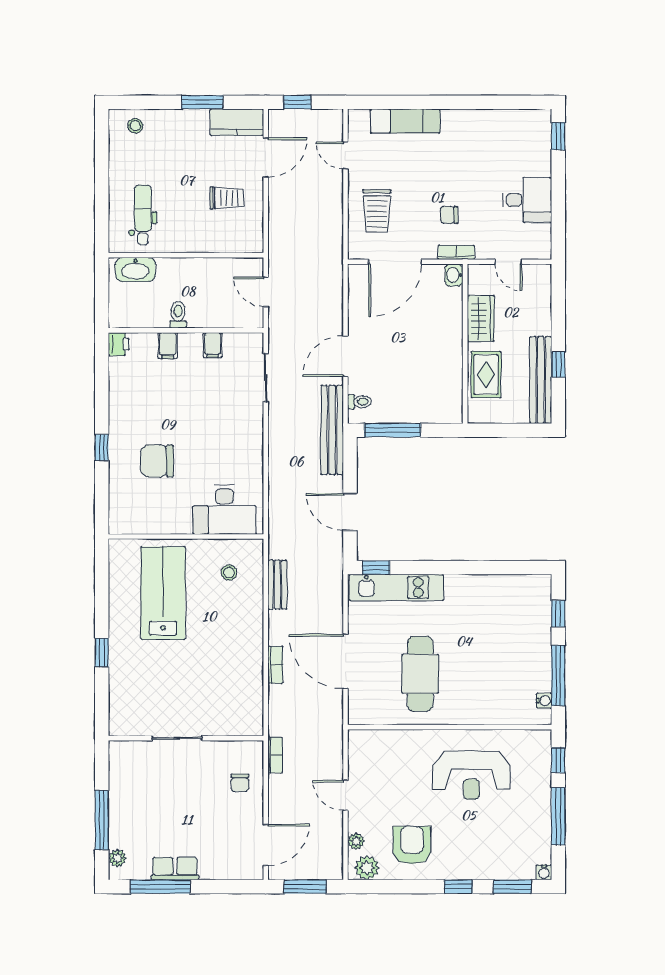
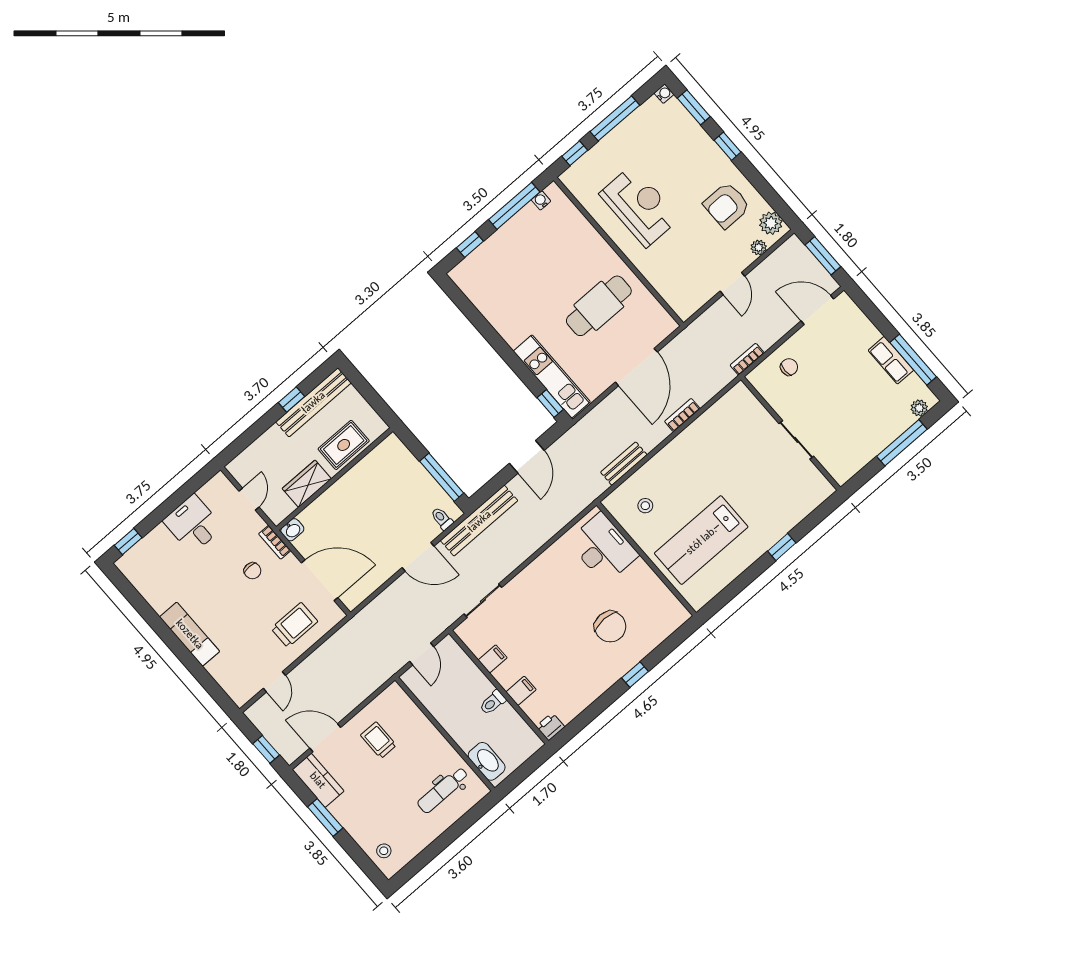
exam couch: (405, 121) -> (190, 634), moved

